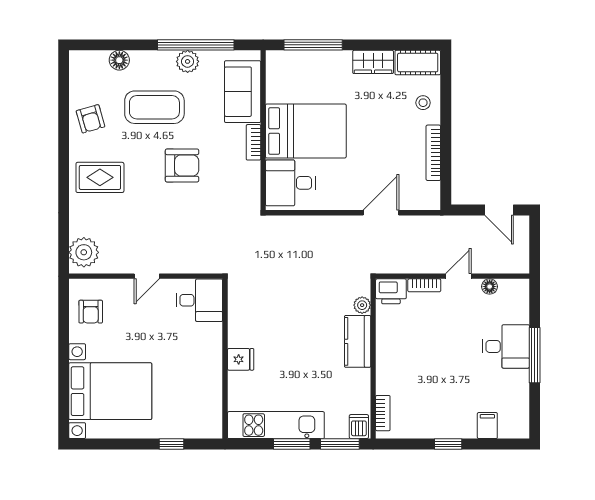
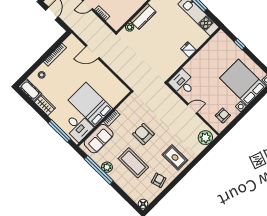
floor lamp: (119, 60) -> (143, 204), moved
desk: (291, 183) -> (78, 127), moved
printer: (391, 291) -> (115, 22), removed

